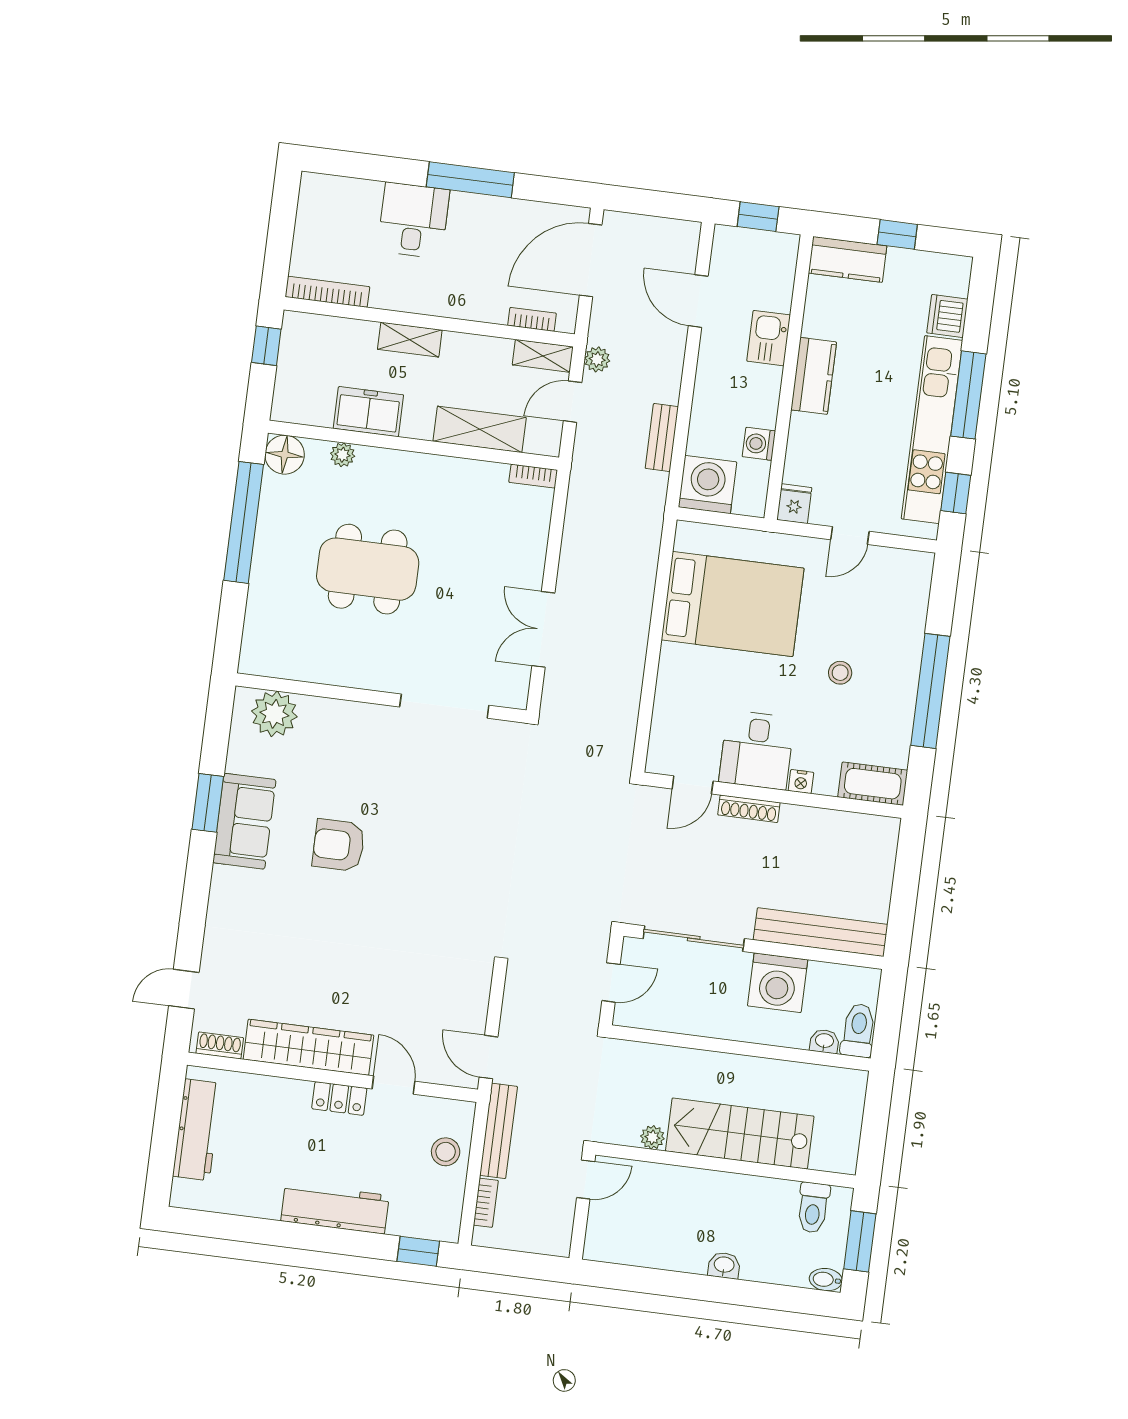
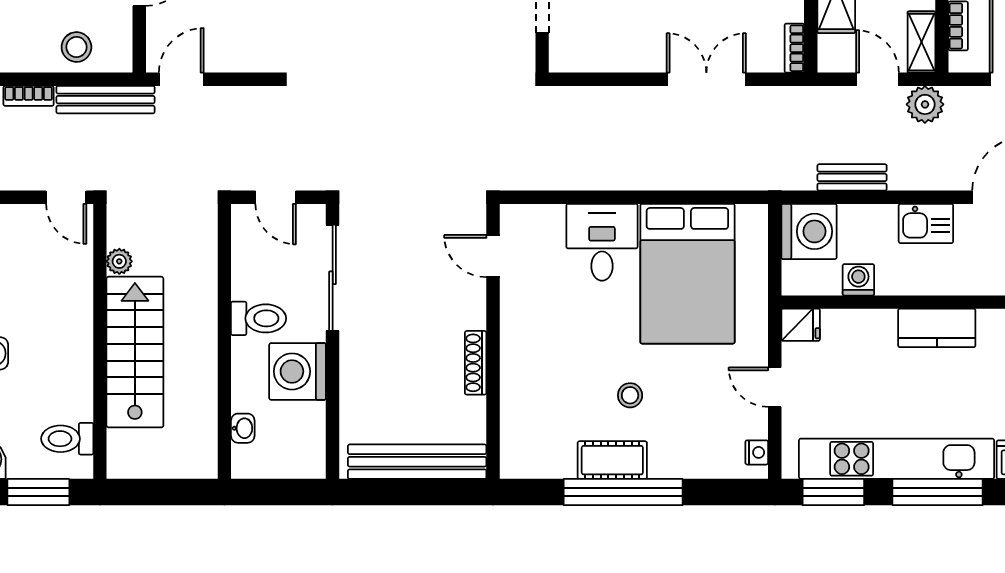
kitchen sink: (769, 338) -> (926, 223), moved, turned 180
plant: (597, 359) -> (925, 104), width x1.38, depth x1.38
window: (956, 493) -> (833, 492), width x1.50
double door: (543, 629) -> (706, 79), moved
desk: (757, 750) -> (602, 242), moved, turned 90
nightstand: (801, 782) -> (757, 452), moved, turned 180
cot: (873, 784) -> (612, 460), moved, turned 90
shoe rack: (749, 809) -> (476, 363), moved
bench: (821, 932) -> (417, 462), moved, turned 90
toilet: (858, 1030) -> (259, 318), moved

